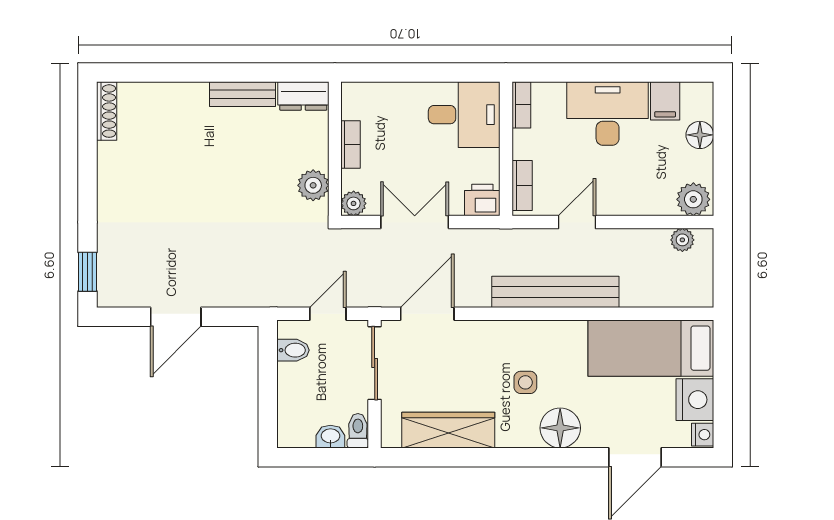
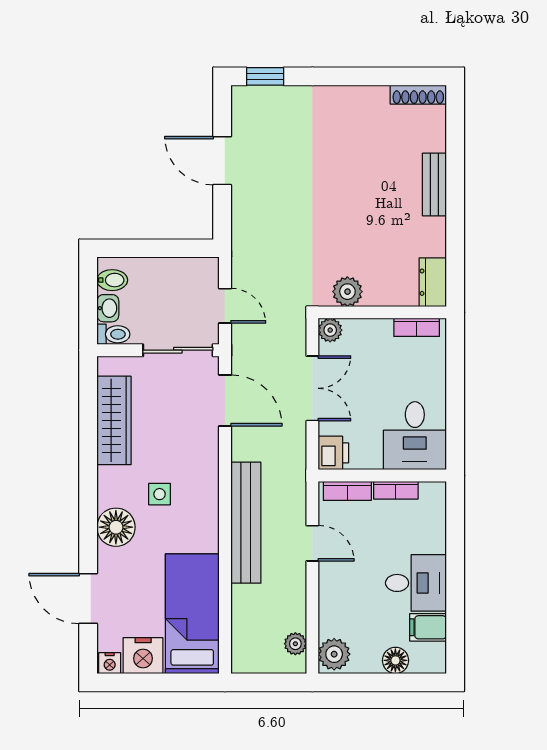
bench: (243, 94) -> (434, 185), moved
bookcase: (521, 105) -> (396, 490), moved
desk: (608, 114) -> (416, 583), width x0.73
bookcase: (351, 145) -> (417, 327), moved
bidet: (293, 350) -> (112, 280), moved, turned -90

